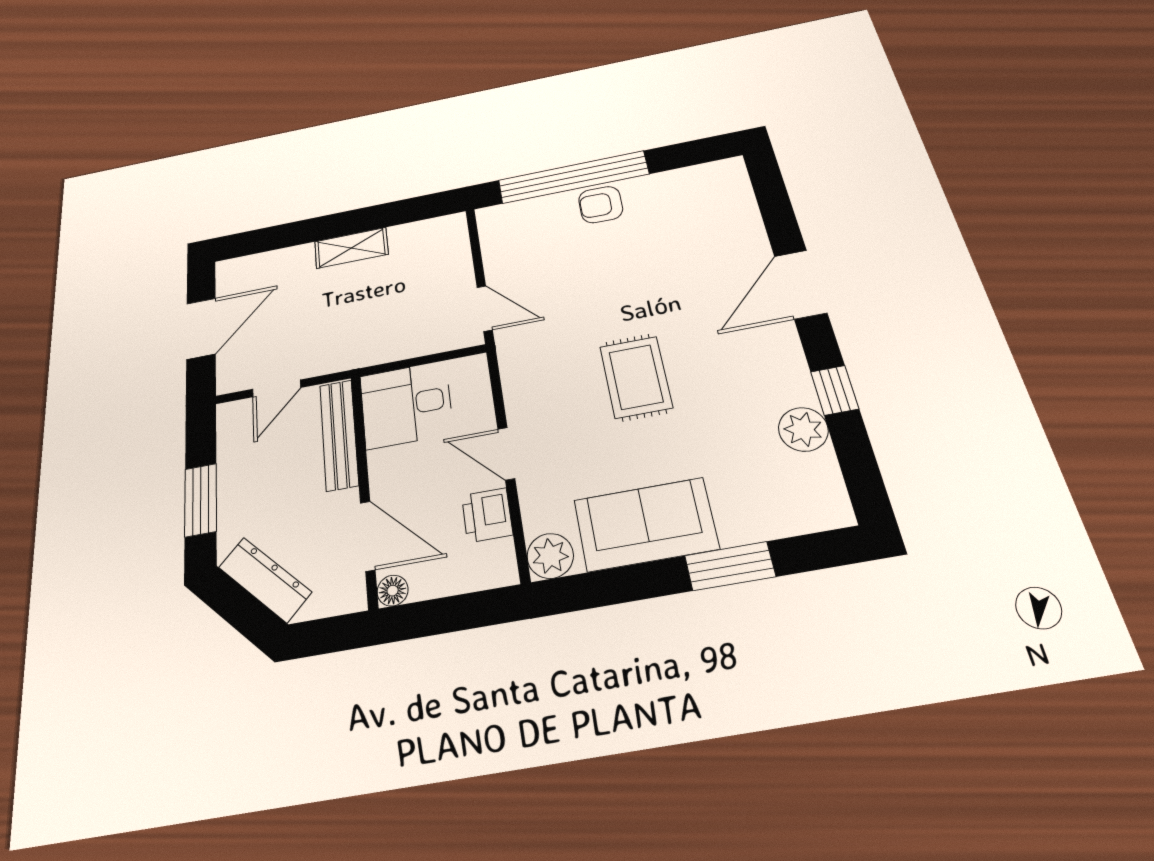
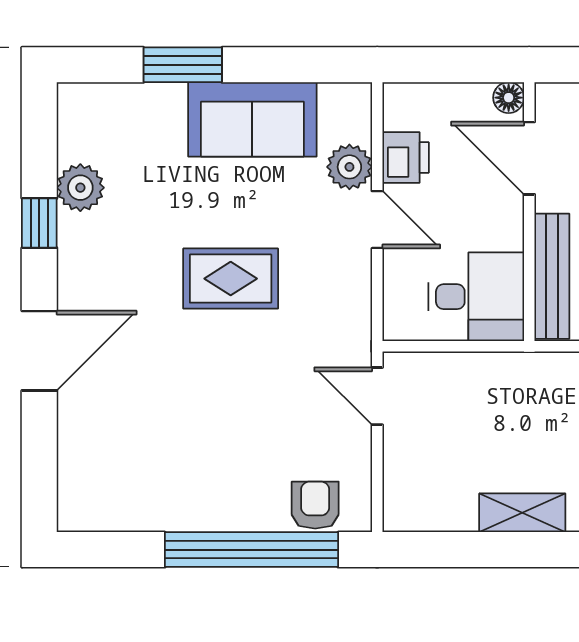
armchair: (601, 205) -> (315, 505), moved, turned -91
rug: (636, 377) -> (231, 279), turned 90
plant: (550, 556) -> (349, 167), moved

